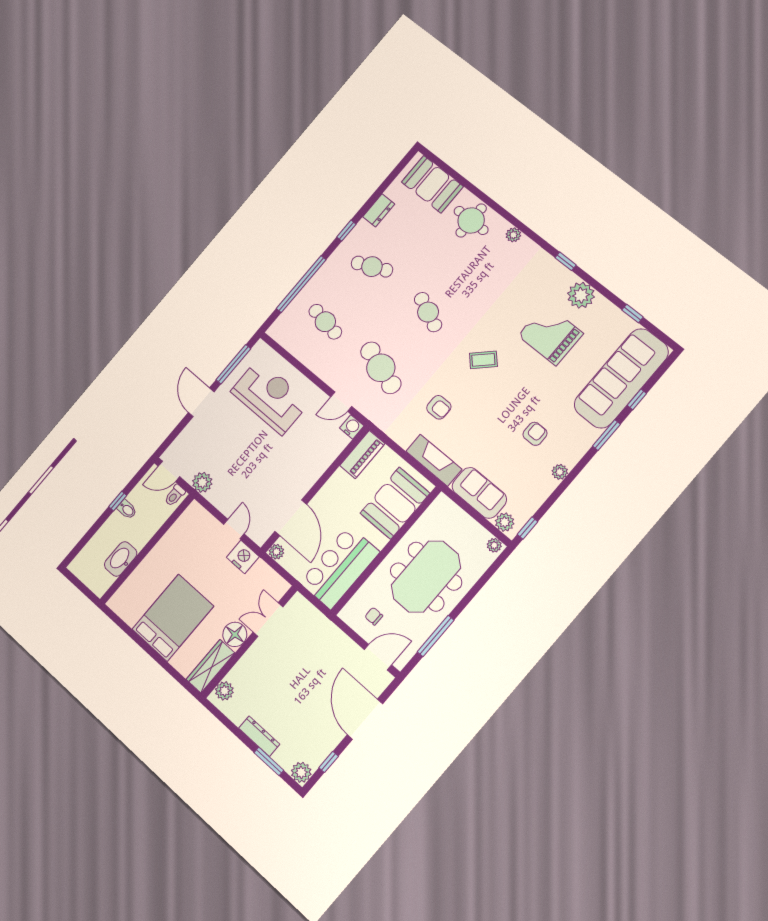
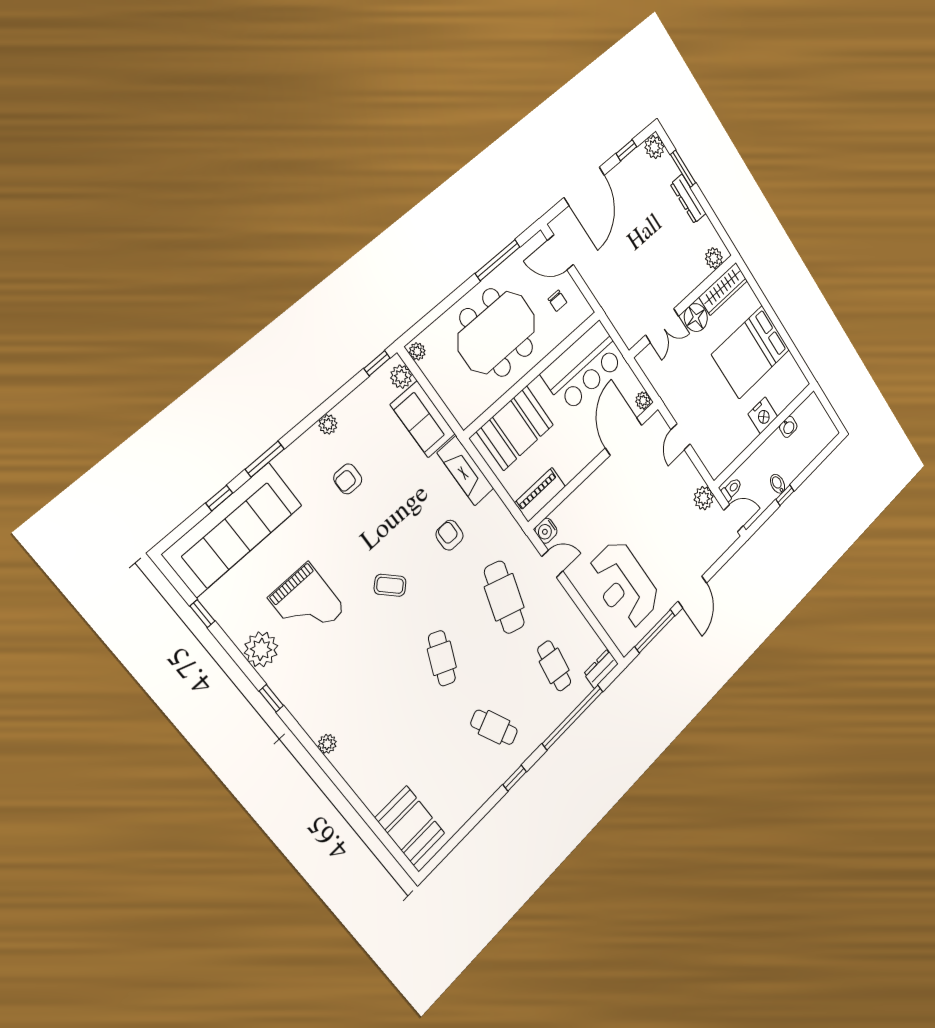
dresser: (379, 210) -> (601, 669), moved
round table: (471, 220) -> (373, 771), removed
nightstand: (243, 557) -> (763, 415), moved, turned -90
washbasin: (121, 559) -> (788, 427), width x0.52, depth x0.69

